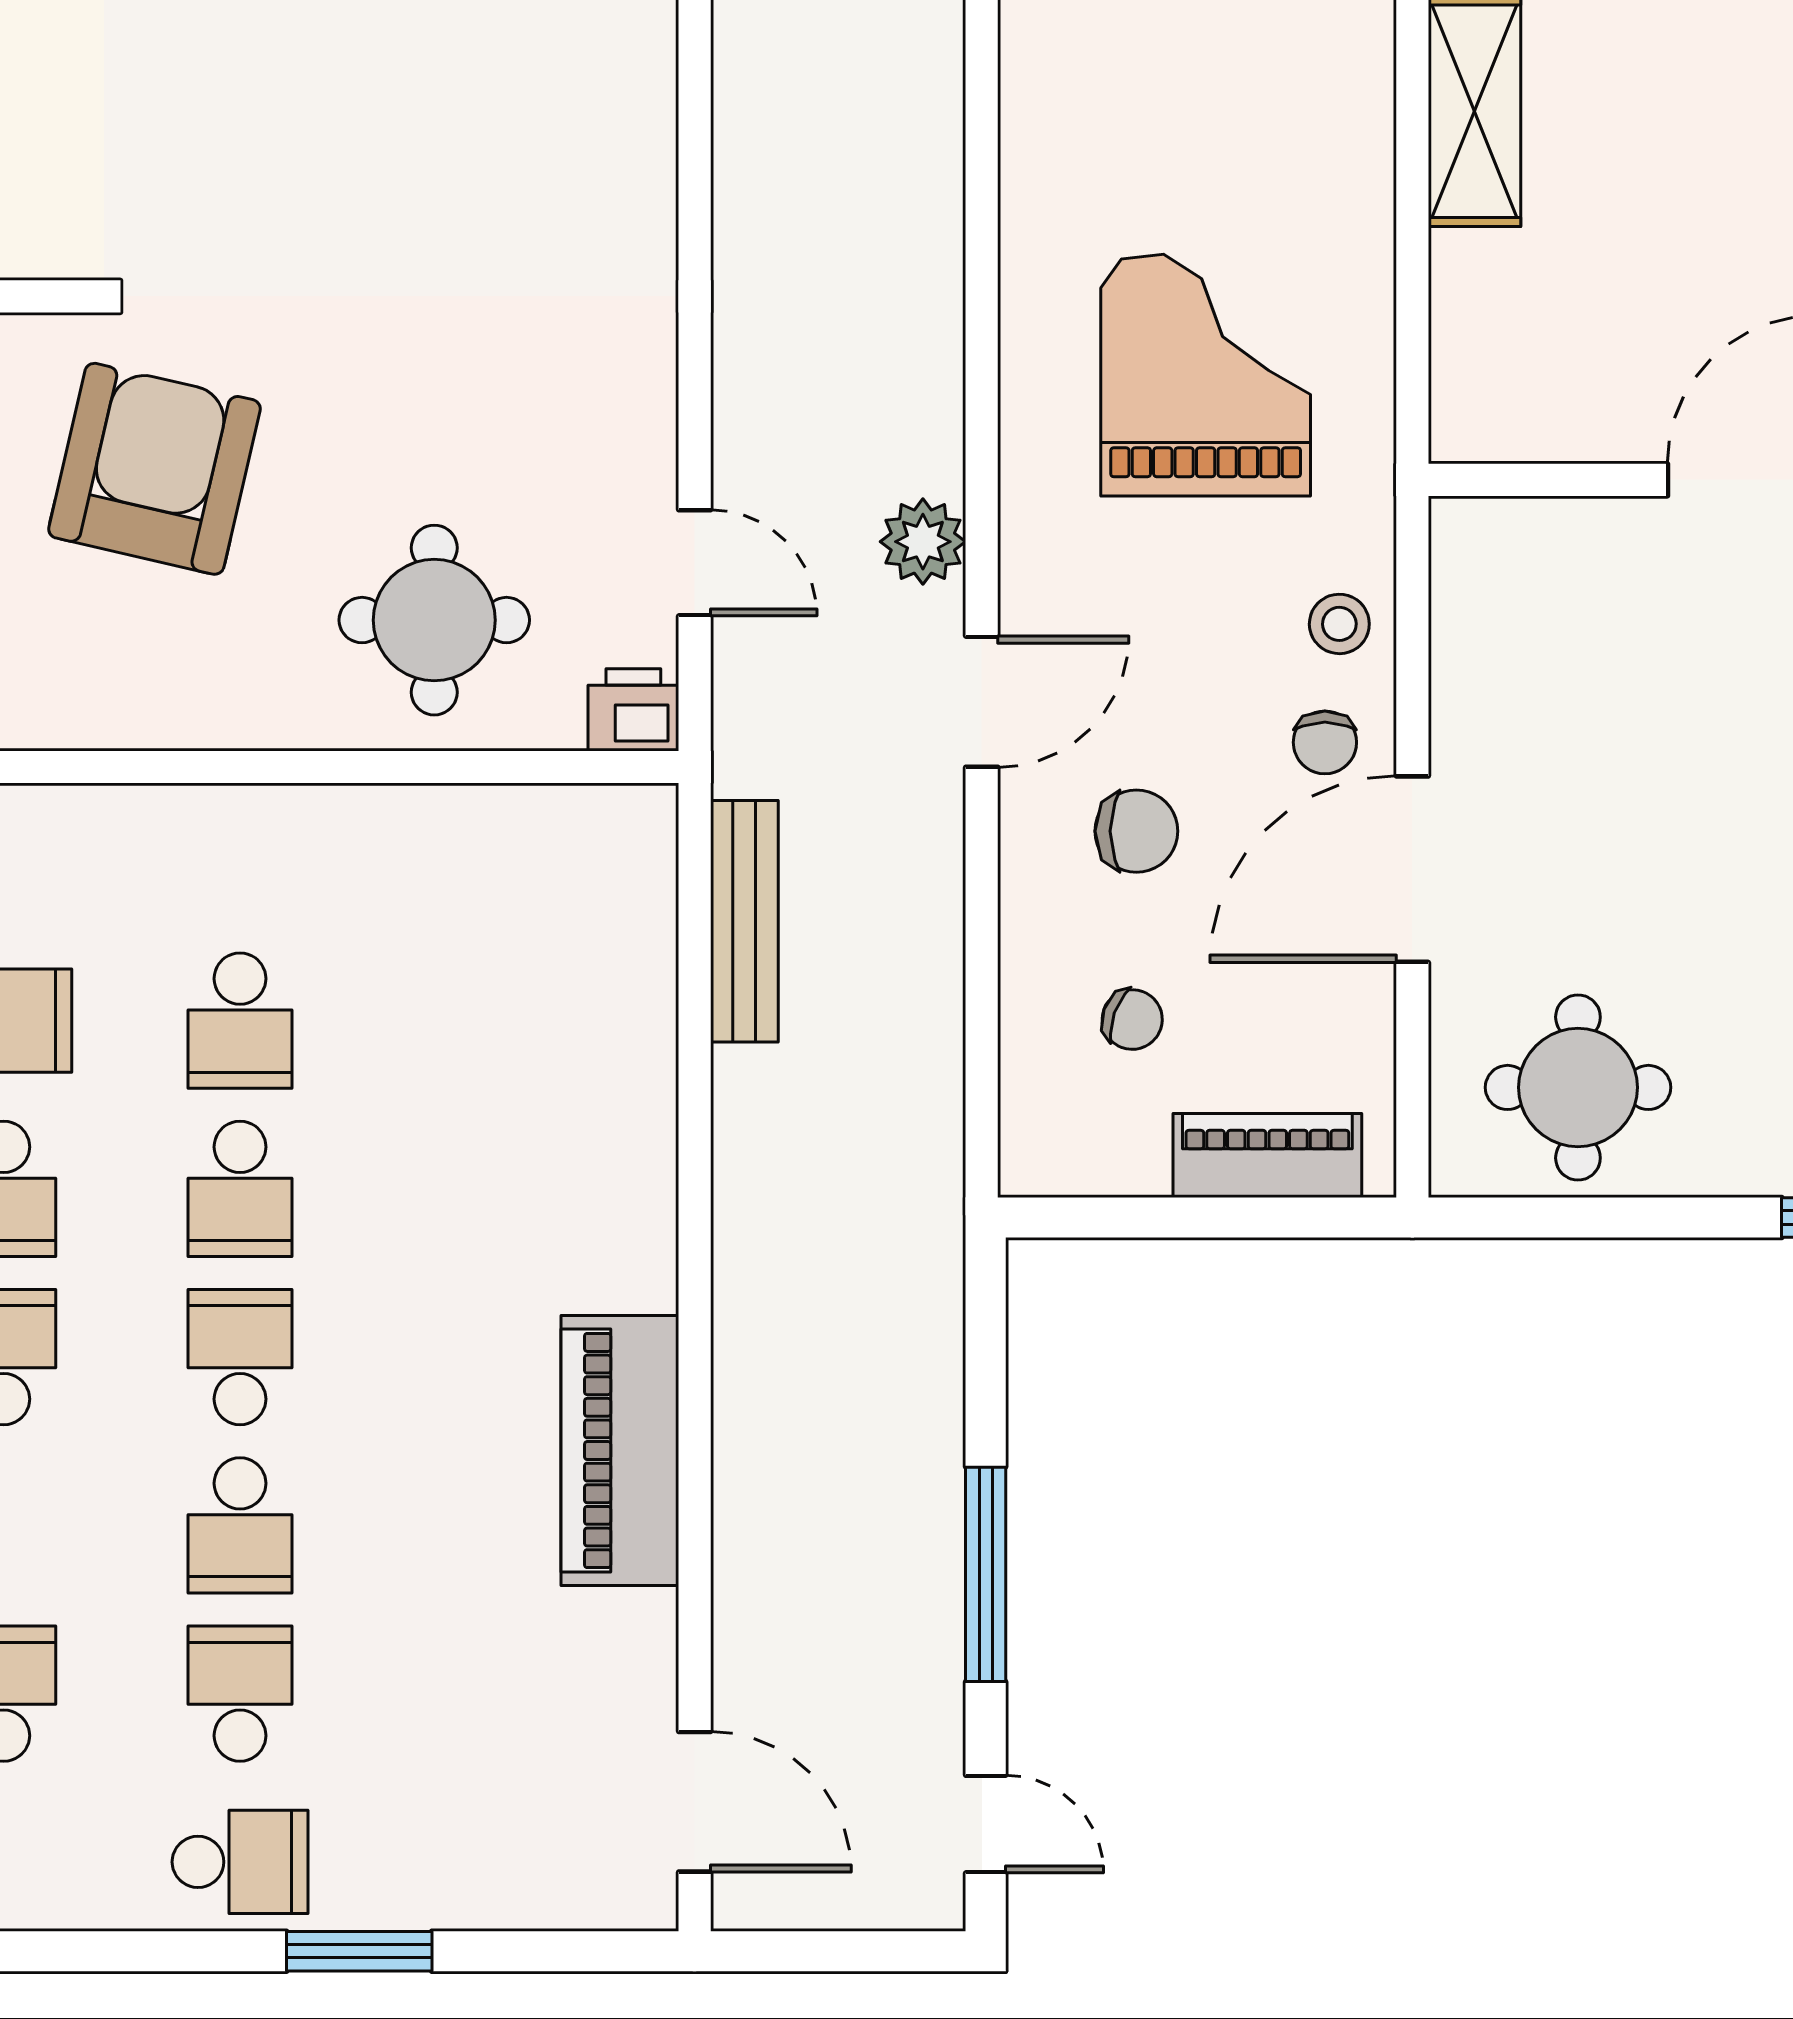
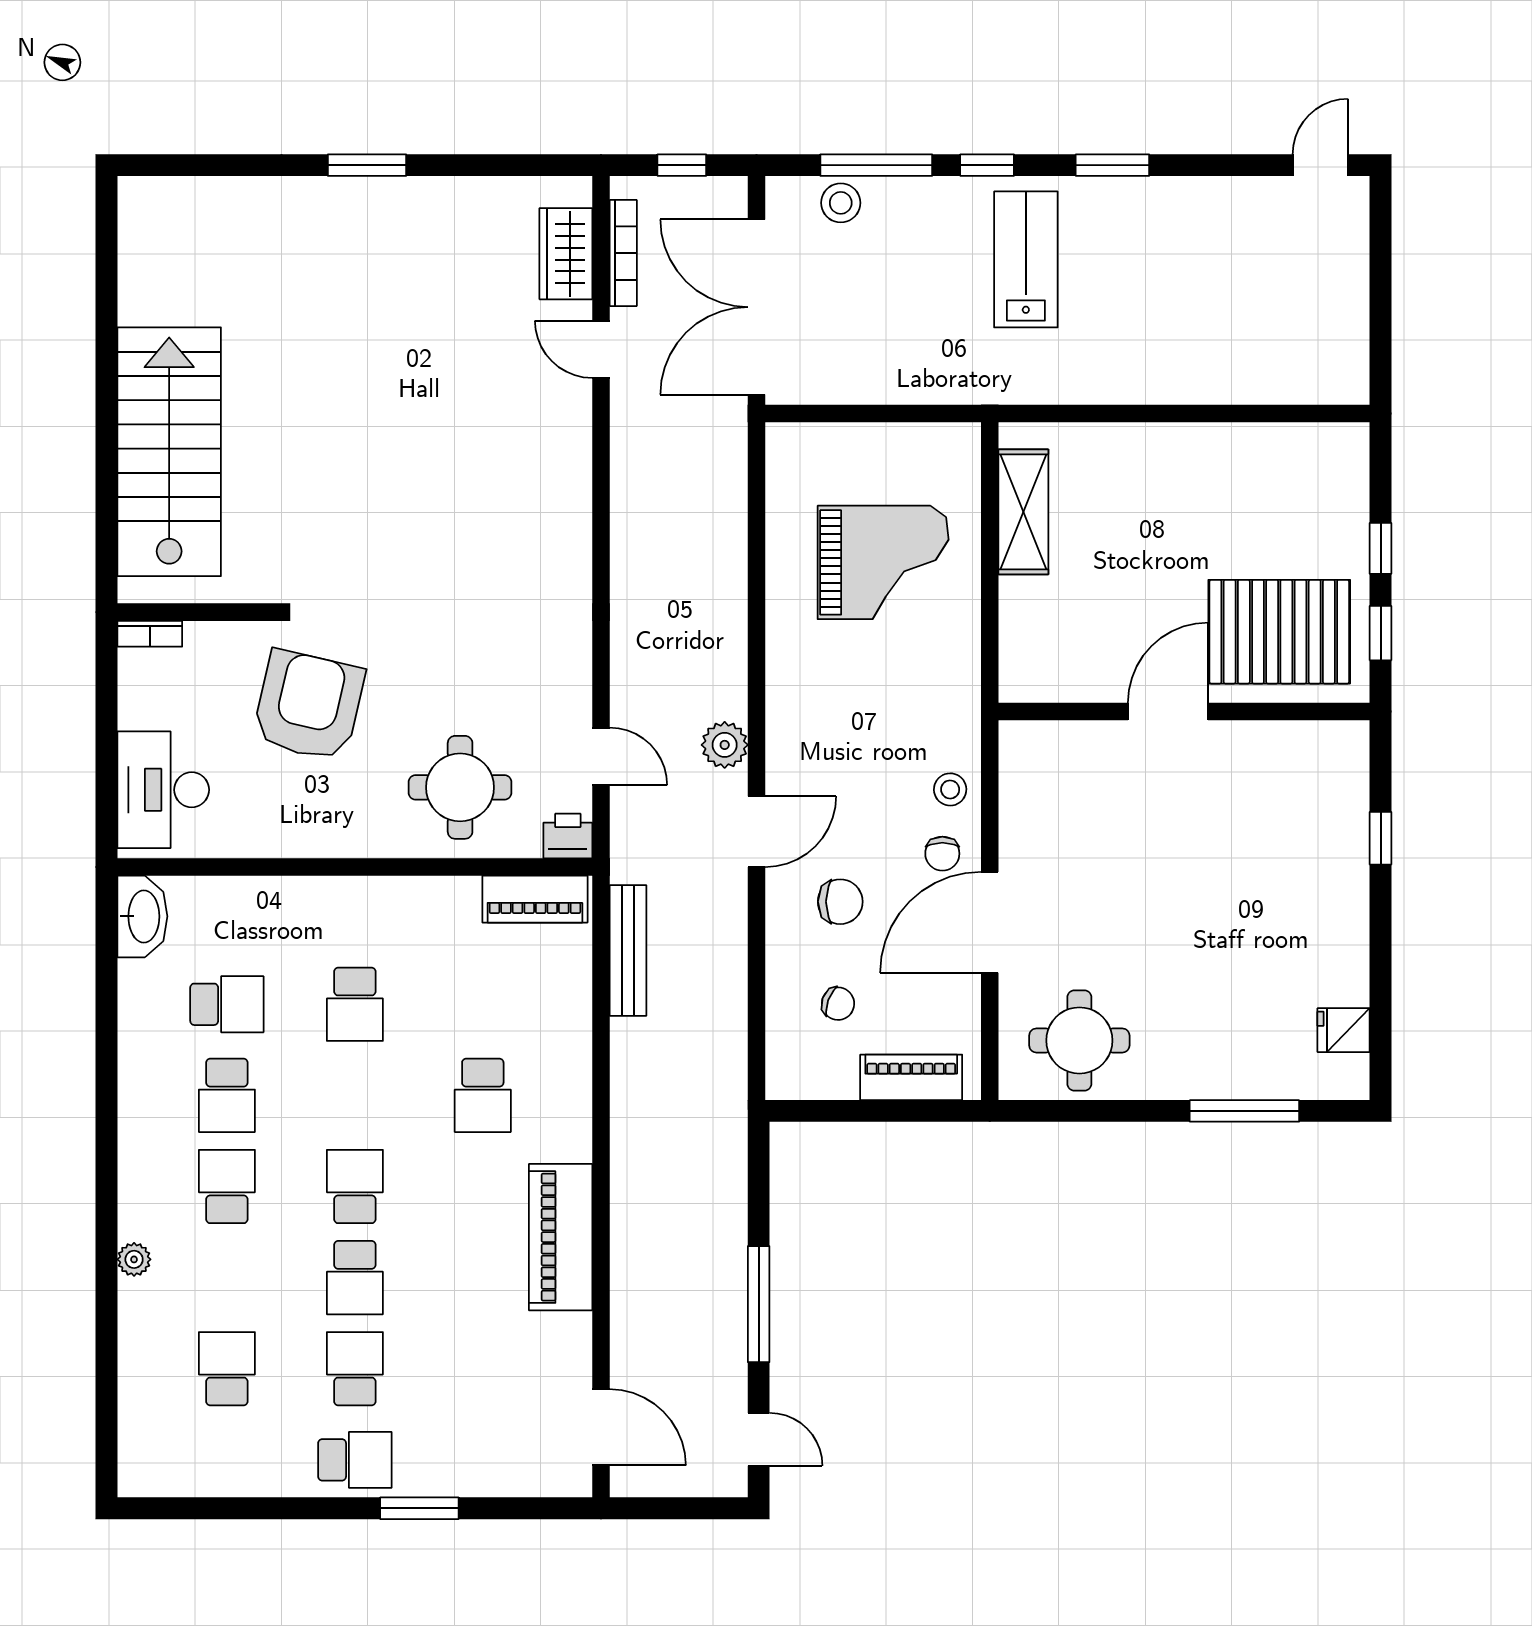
grand piano: (1206, 375) -> (883, 562), moved, turned 90
piano: (573, 826) -> (535, 899), added
school desk: (240, 1189) -> (483, 1095), moved

